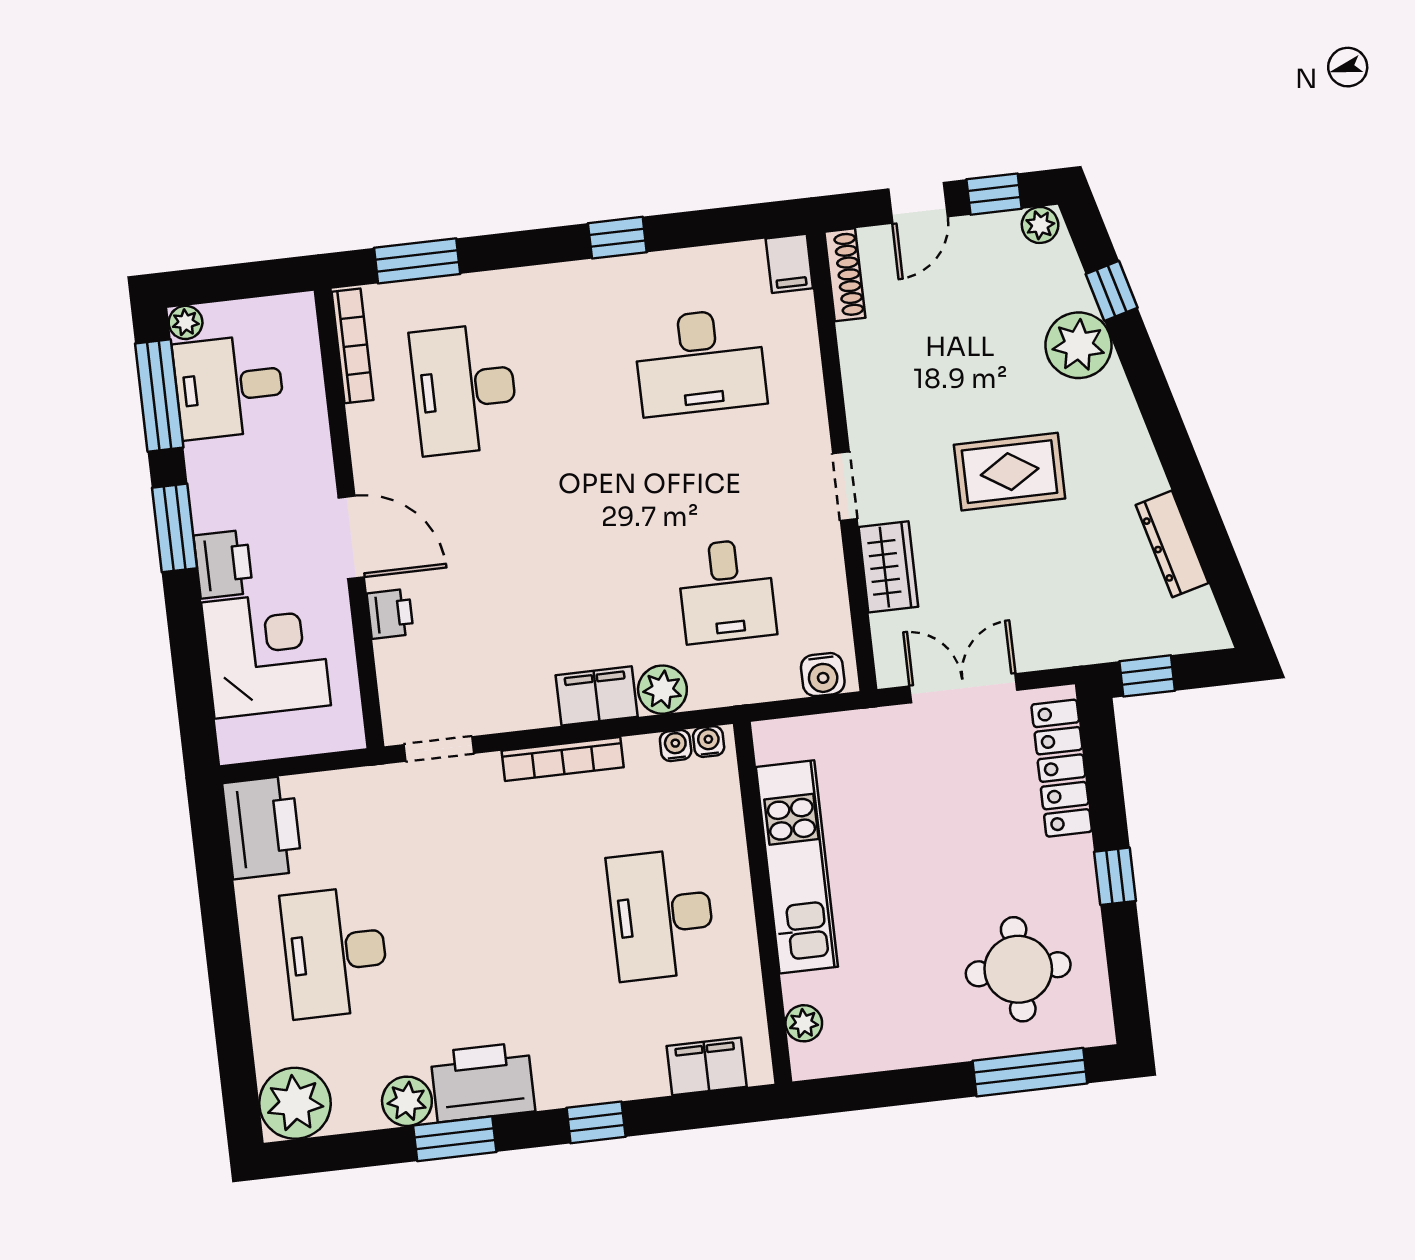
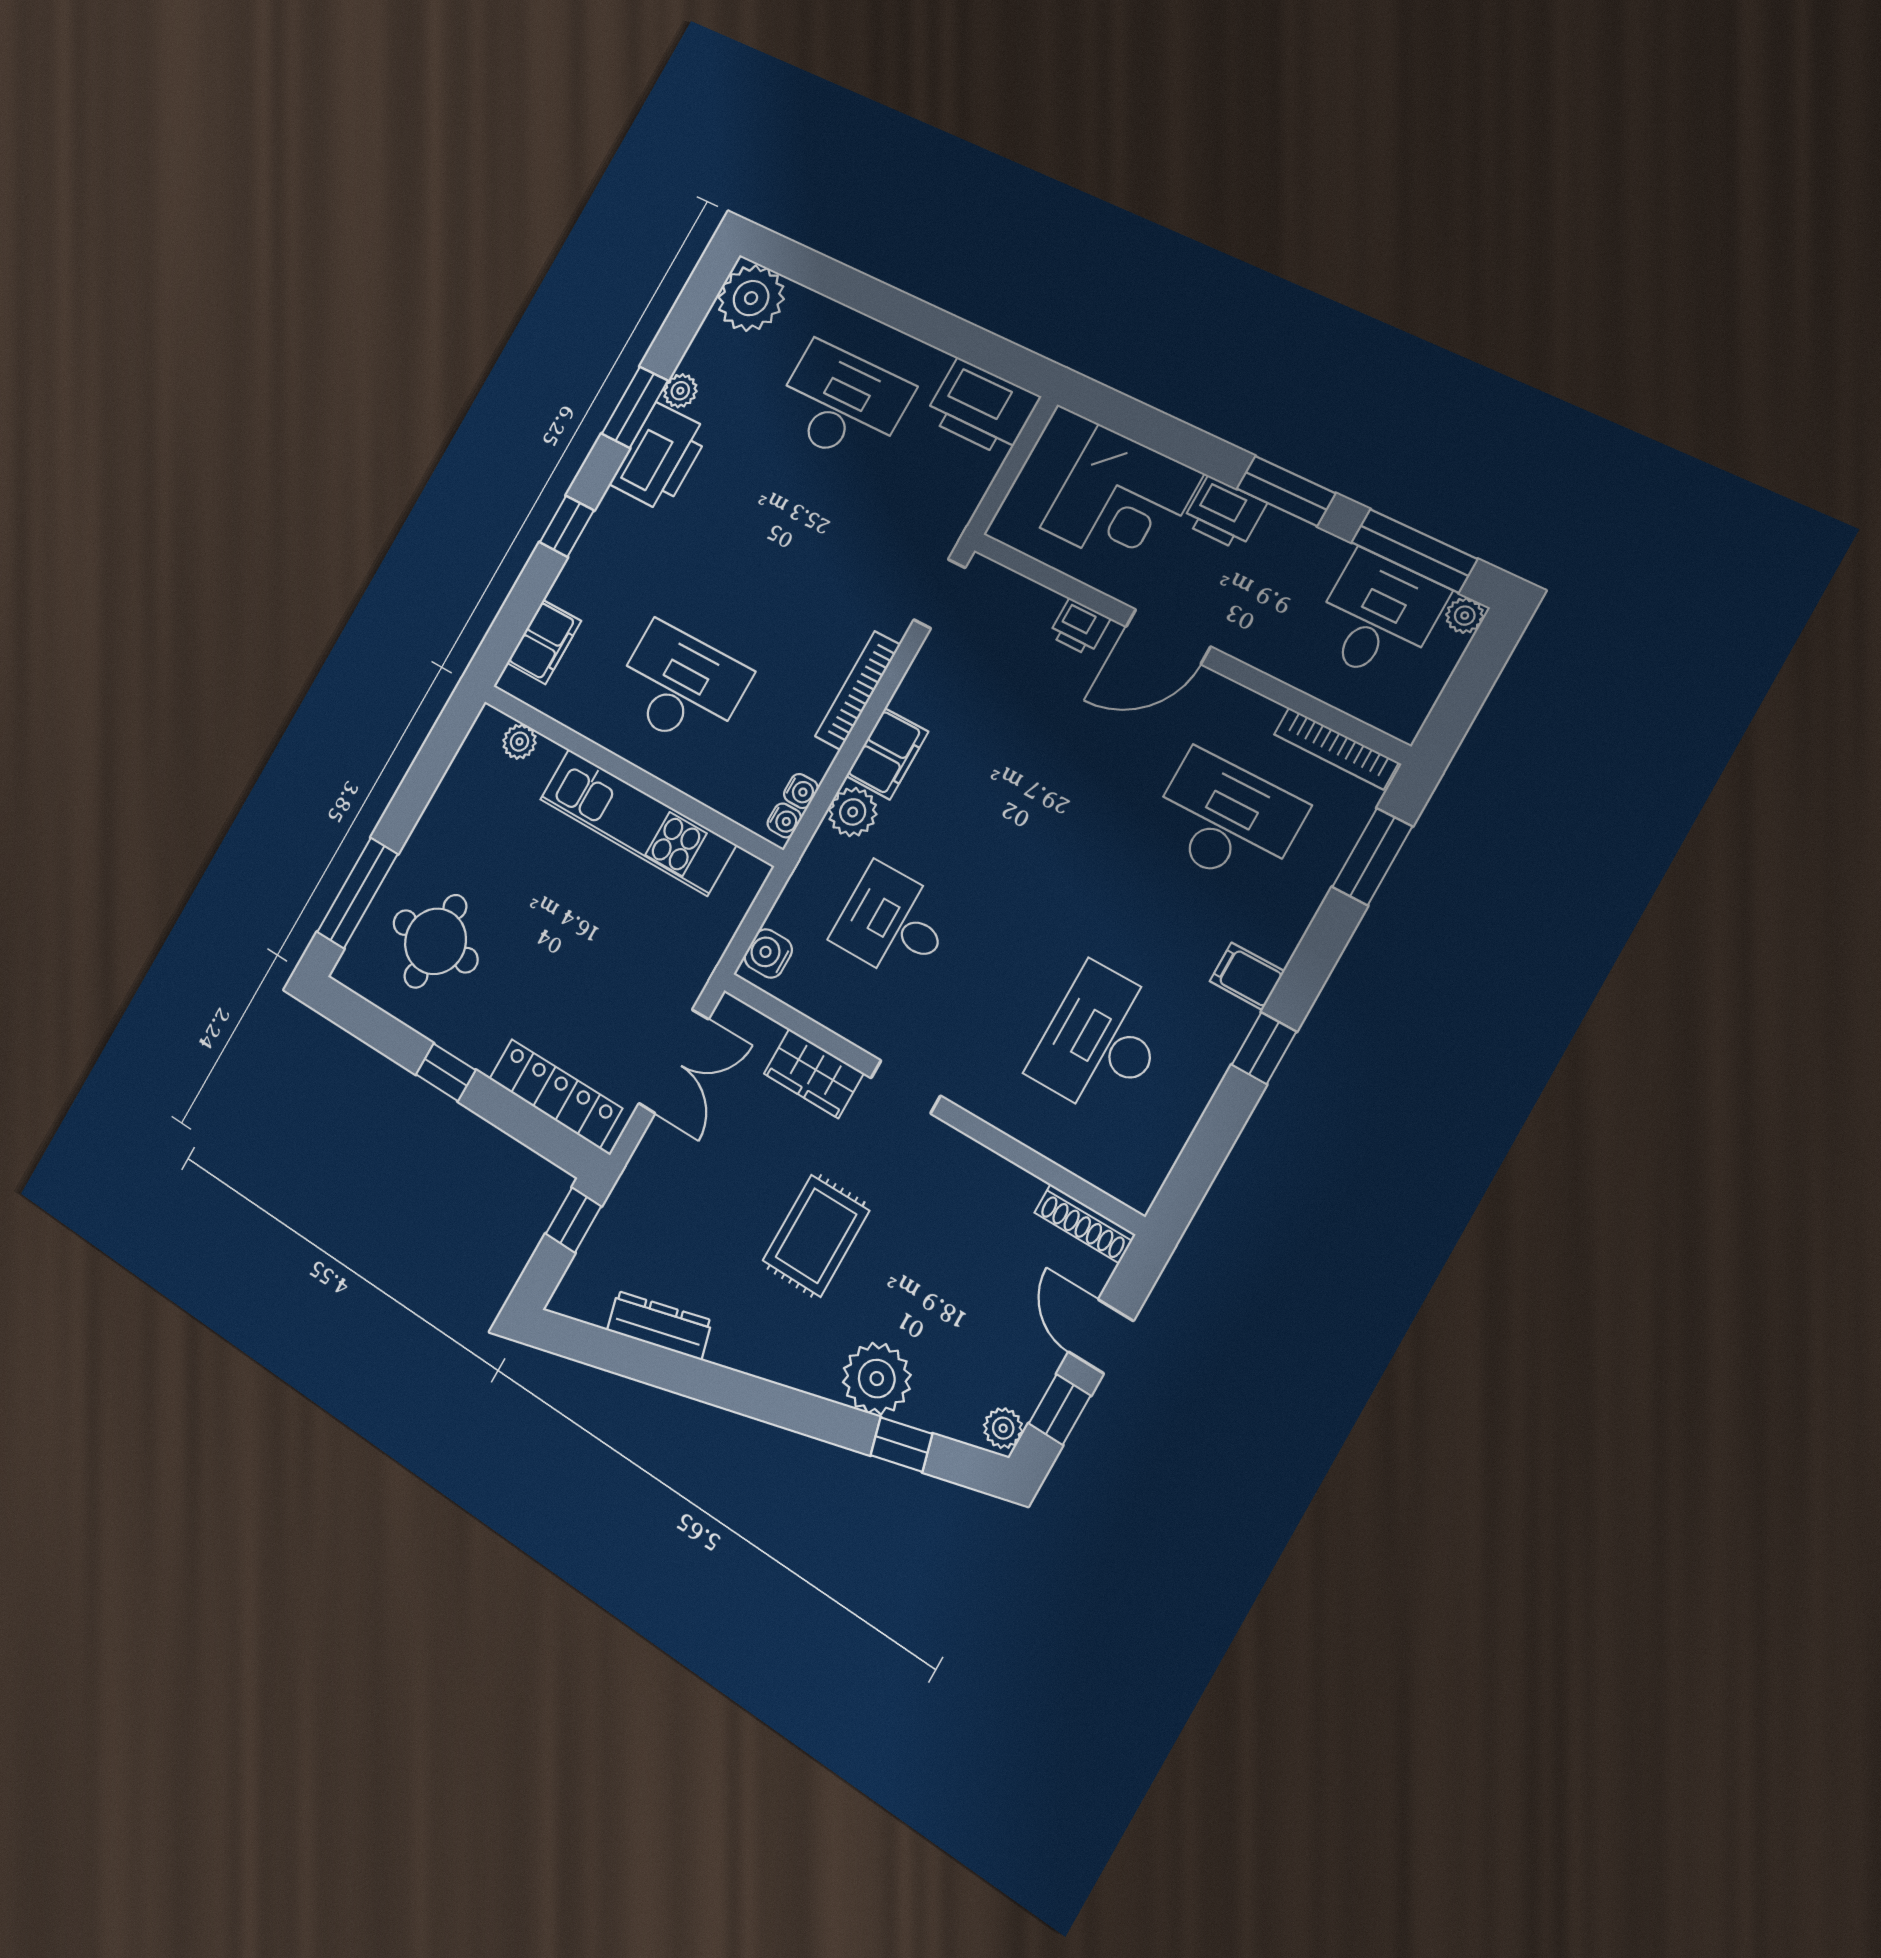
filing cabinet: (789, 263) -> (1247, 976), moved
plant: (407, 1101) -> (680, 391), width x0.73, depth x0.73

